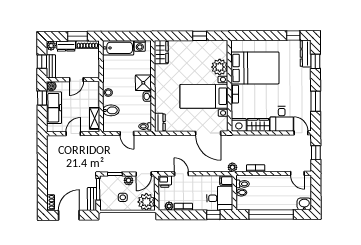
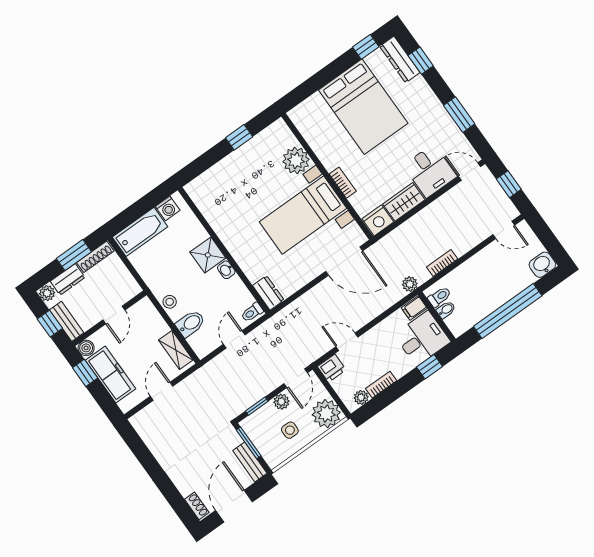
wardrobe: (161, 52) -> (203, 196), removed
bed: (255, 68) -> (363, 107), moved, turned 90
door: (127, 133) -> (234, 339), swing flipped

